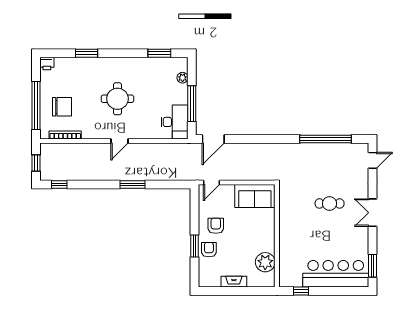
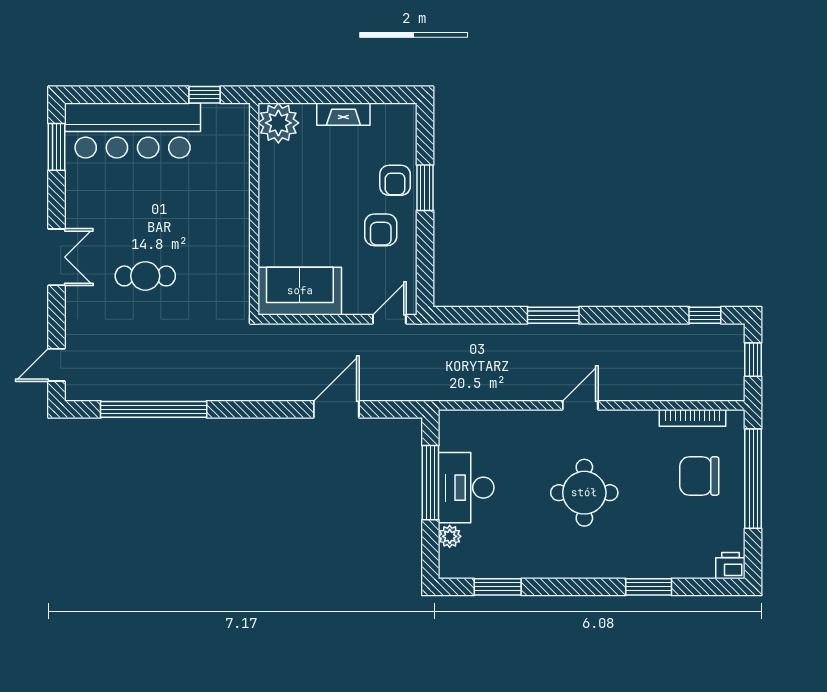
desk: (175, 122) -> (466, 488), moved
door: (213, 139) -> (336, 409), moved
plant: (265, 262) -> (278, 123), moved

